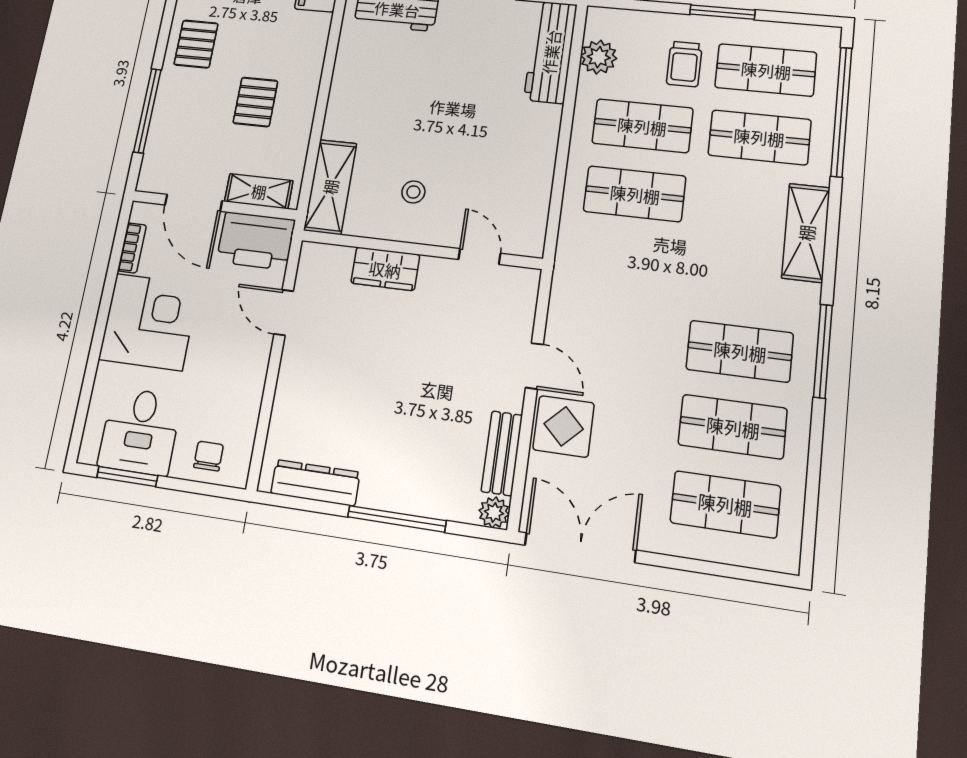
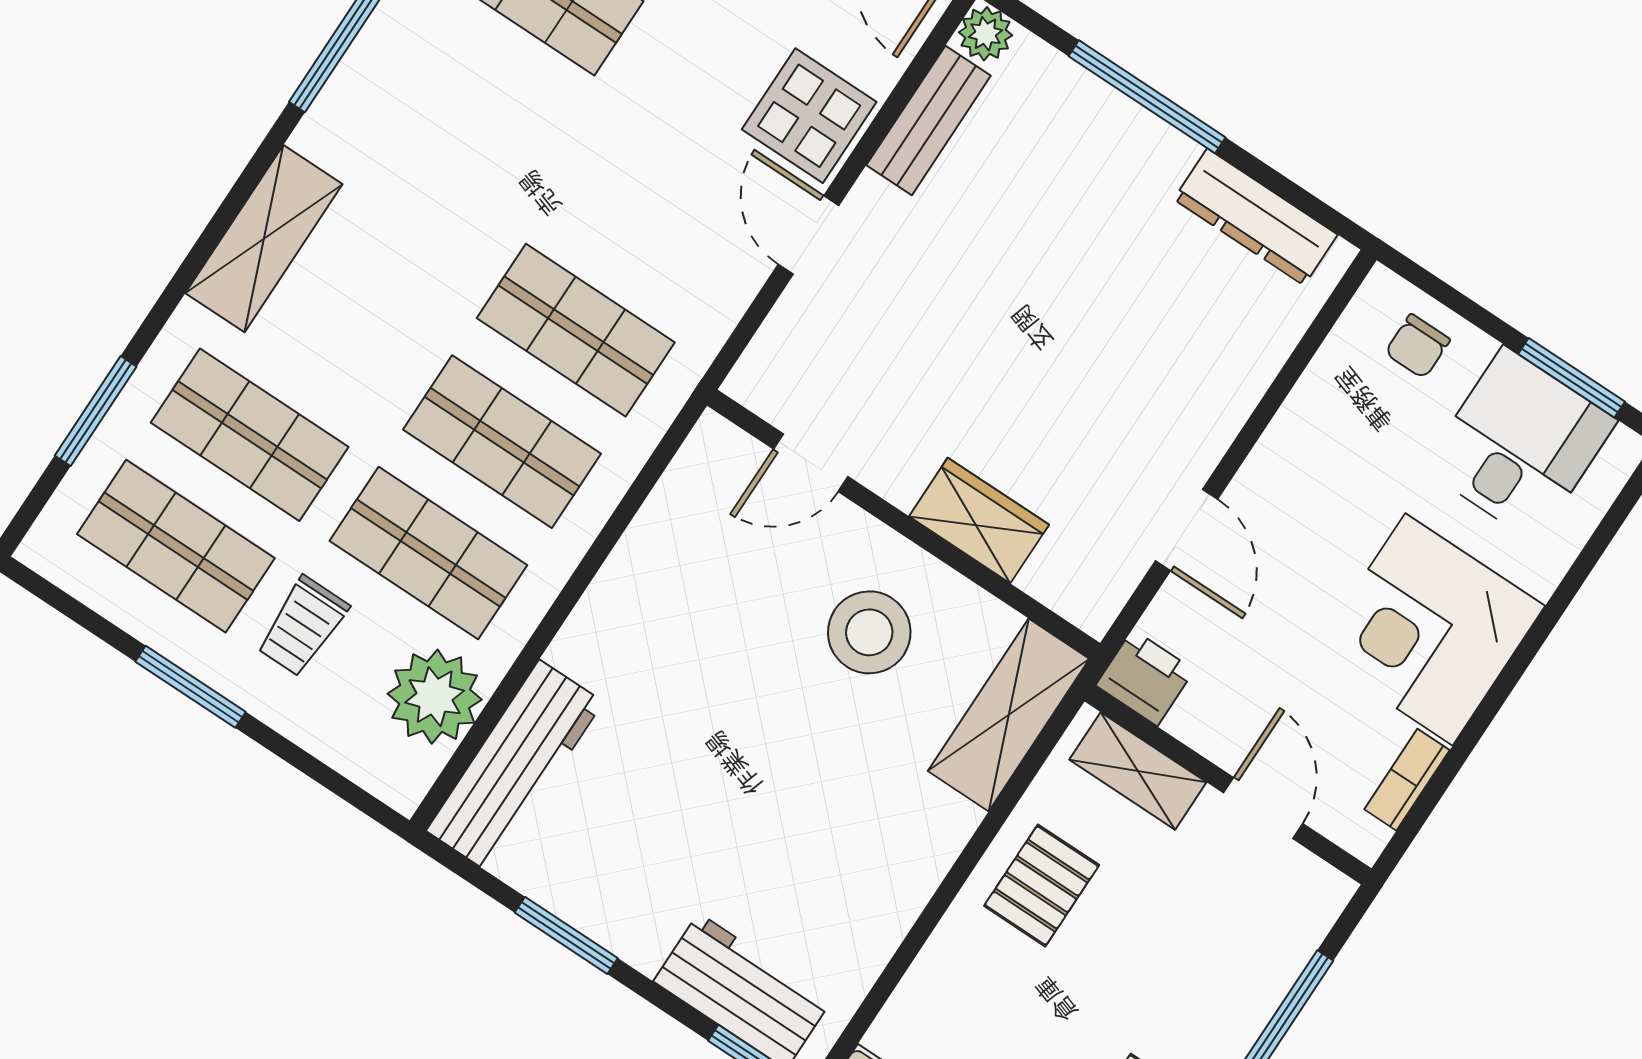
plant: (599, 57) -> (435, 697), width x1.36, depth x1.36
trolley: (684, 64) -> (303, 626), turned 180
pallet: (255, 102) -> (1042, 886), moved
window: (841, 112) -> (96, 411), width x0.47
stool: (413, 192) -> (869, 632), width x1.89, depth x1.89
door: (193, 203) -> (1263, 808), width x0.73
printer: (256, 241) -> (1145, 678), width x0.53, depth x0.68
door: (479, 256) -> (811, 463), hinge flipped
shop shelf: (740, 351) -> (576, 330), moved

